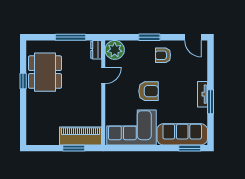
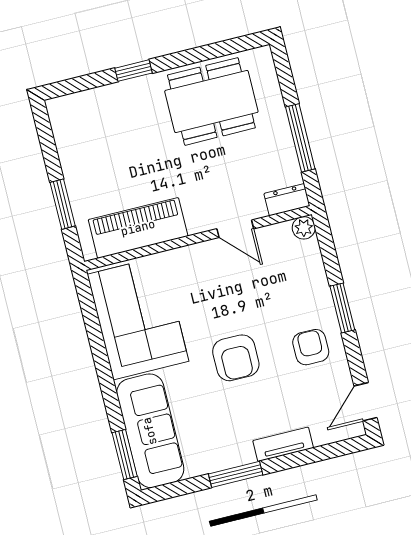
plant: (115, 50) -> (304, 228), width x0.53, depth x0.53
window: (23, 81) -> (133, 71), moved
armchair: (149, 91) -> (236, 358), moved
tv unit: (202, 94) -> (283, 444), moved
piano: (80, 136) -> (138, 228), moved, turned -90

